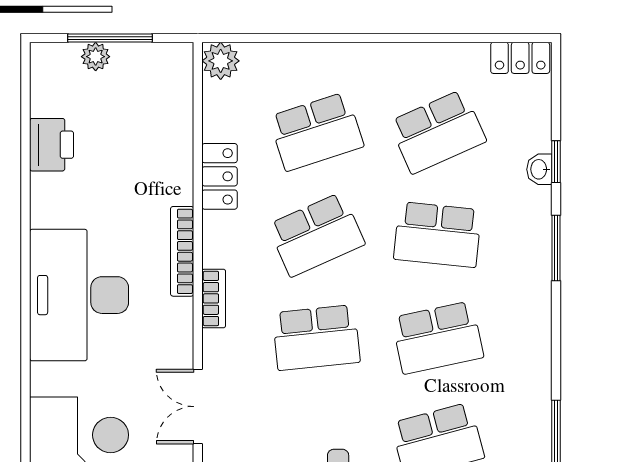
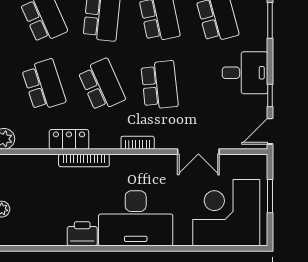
printer: (52, 145) -> (82, 234), moved
bookcase: (182, 251) -> (84, 160), moved

